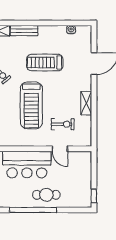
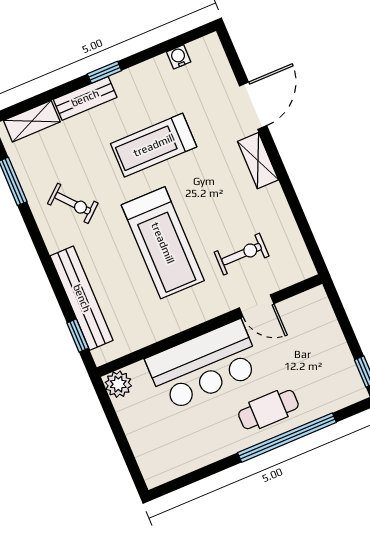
window: (37, 23) -> (104, 72), added
shelving: (86, 103) -> (258, 161), moved
window: (33, 210) -> (287, 438), moved

